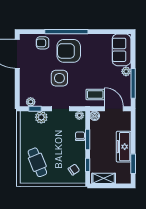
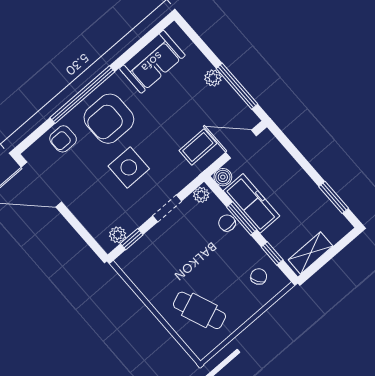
sofa: (122, 50) -> (152, 62), moved, turned -90
plant: (41, 117) -> (151, 243), removed
freezer: (124, 147) -> (252, 203), moved, turned 180

